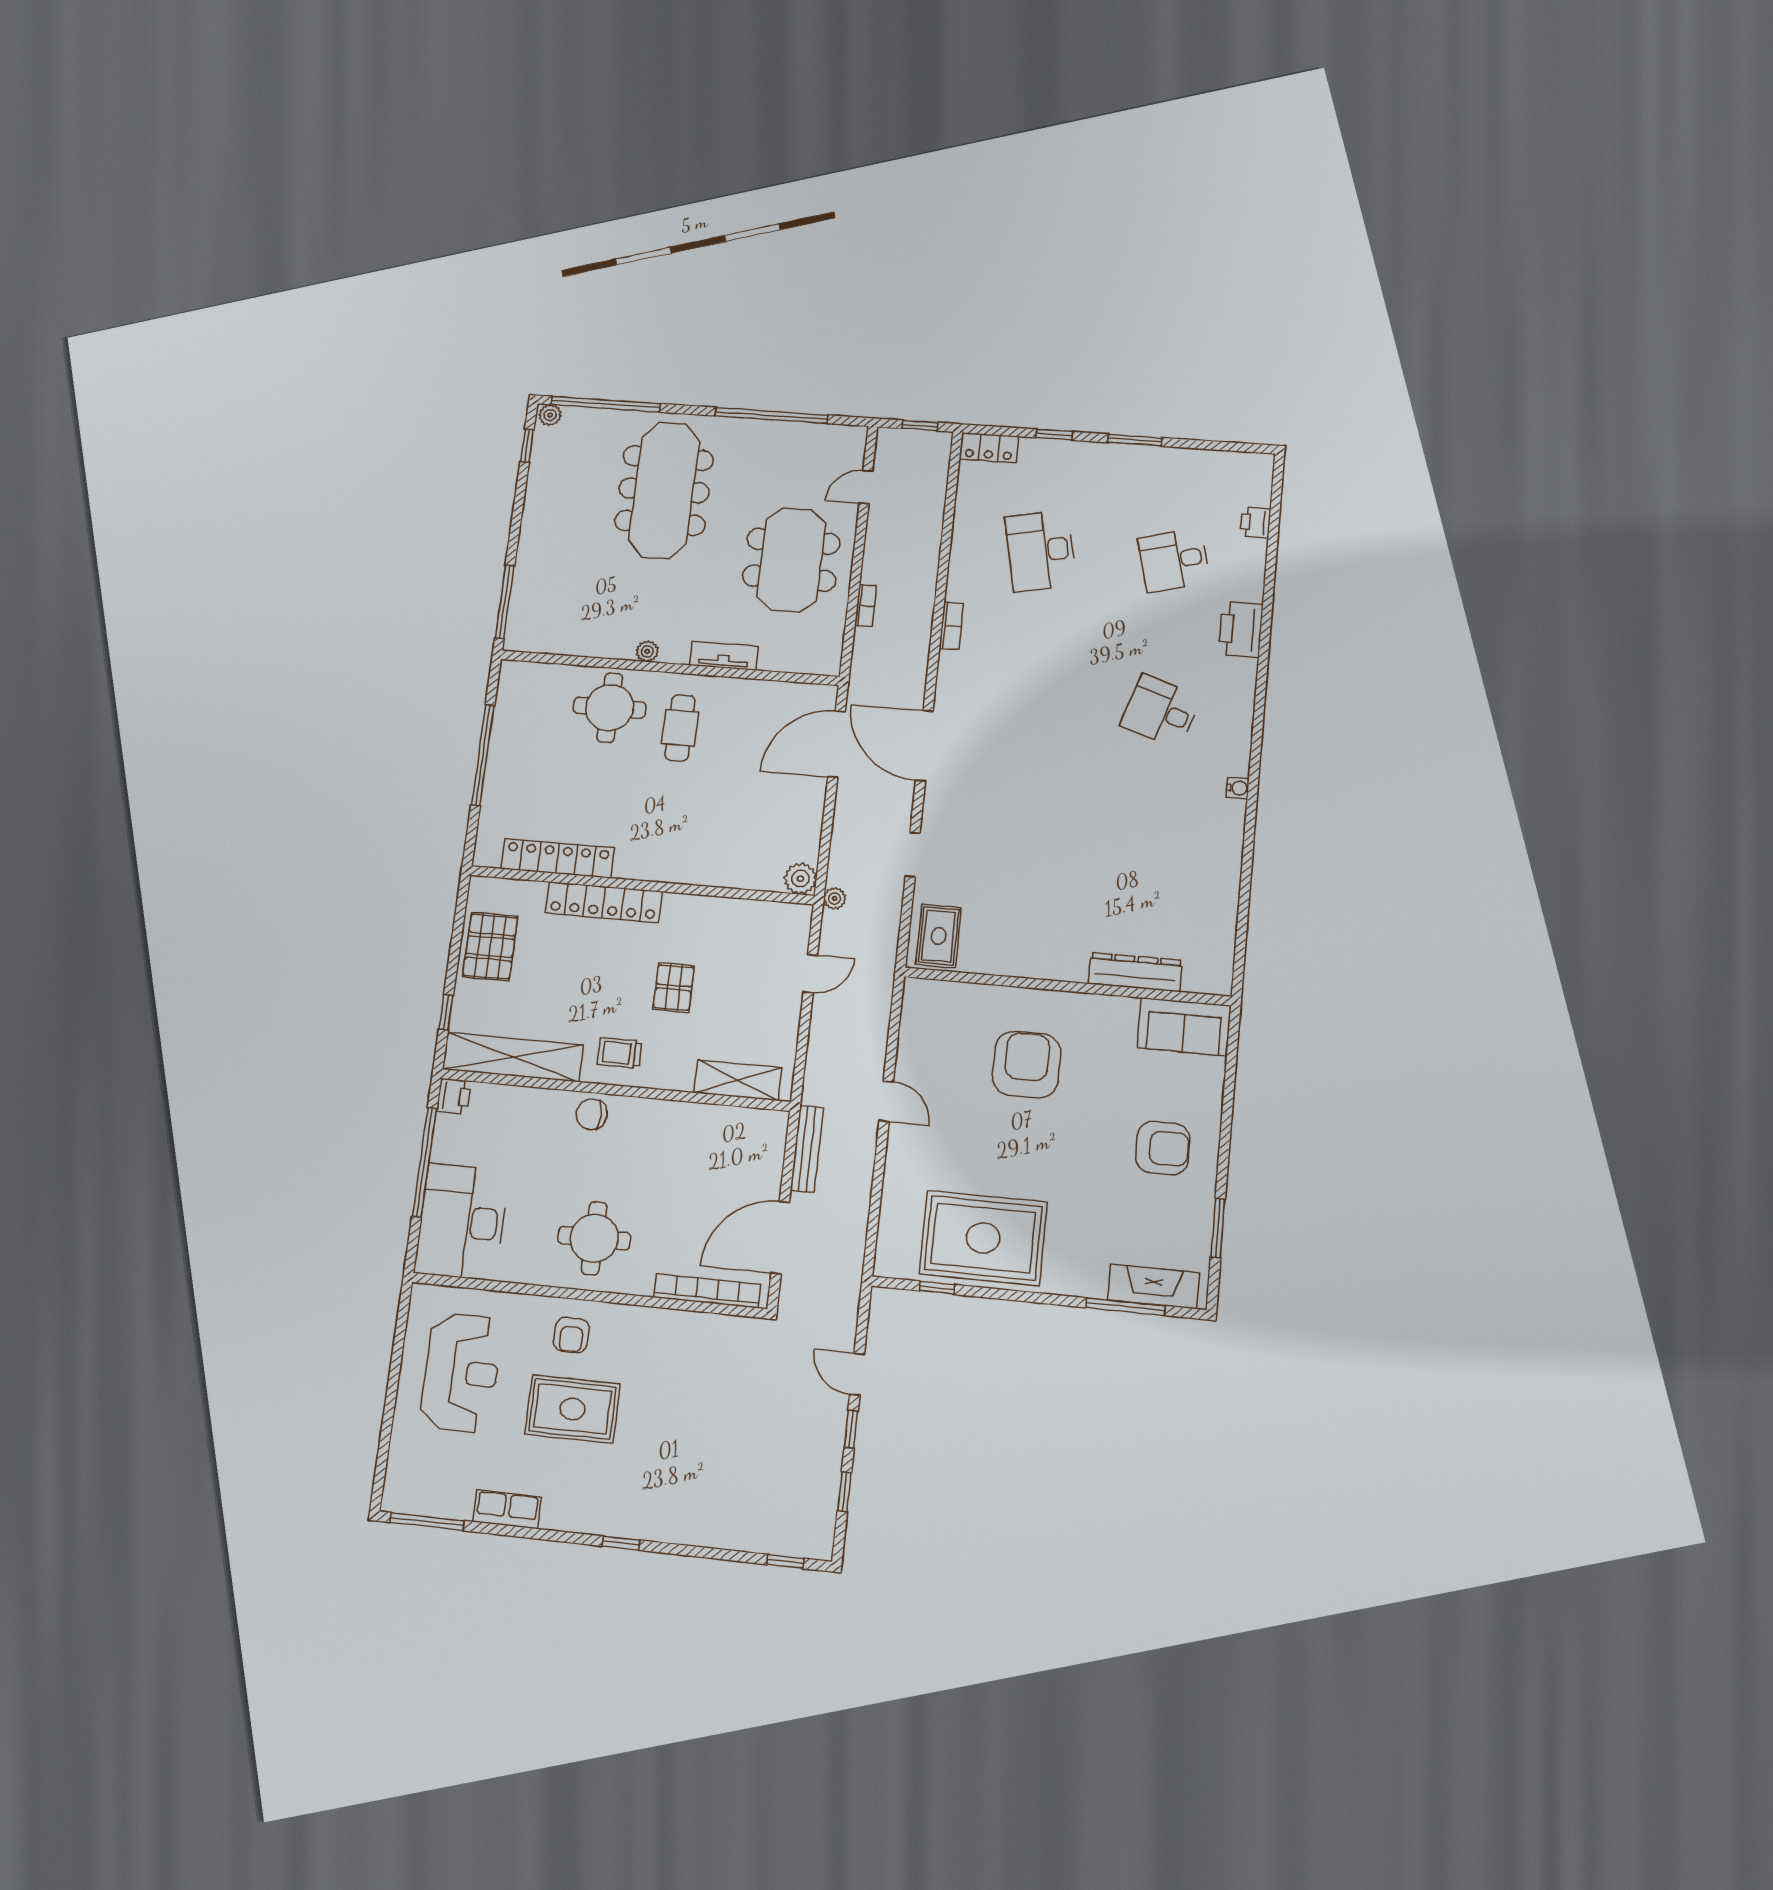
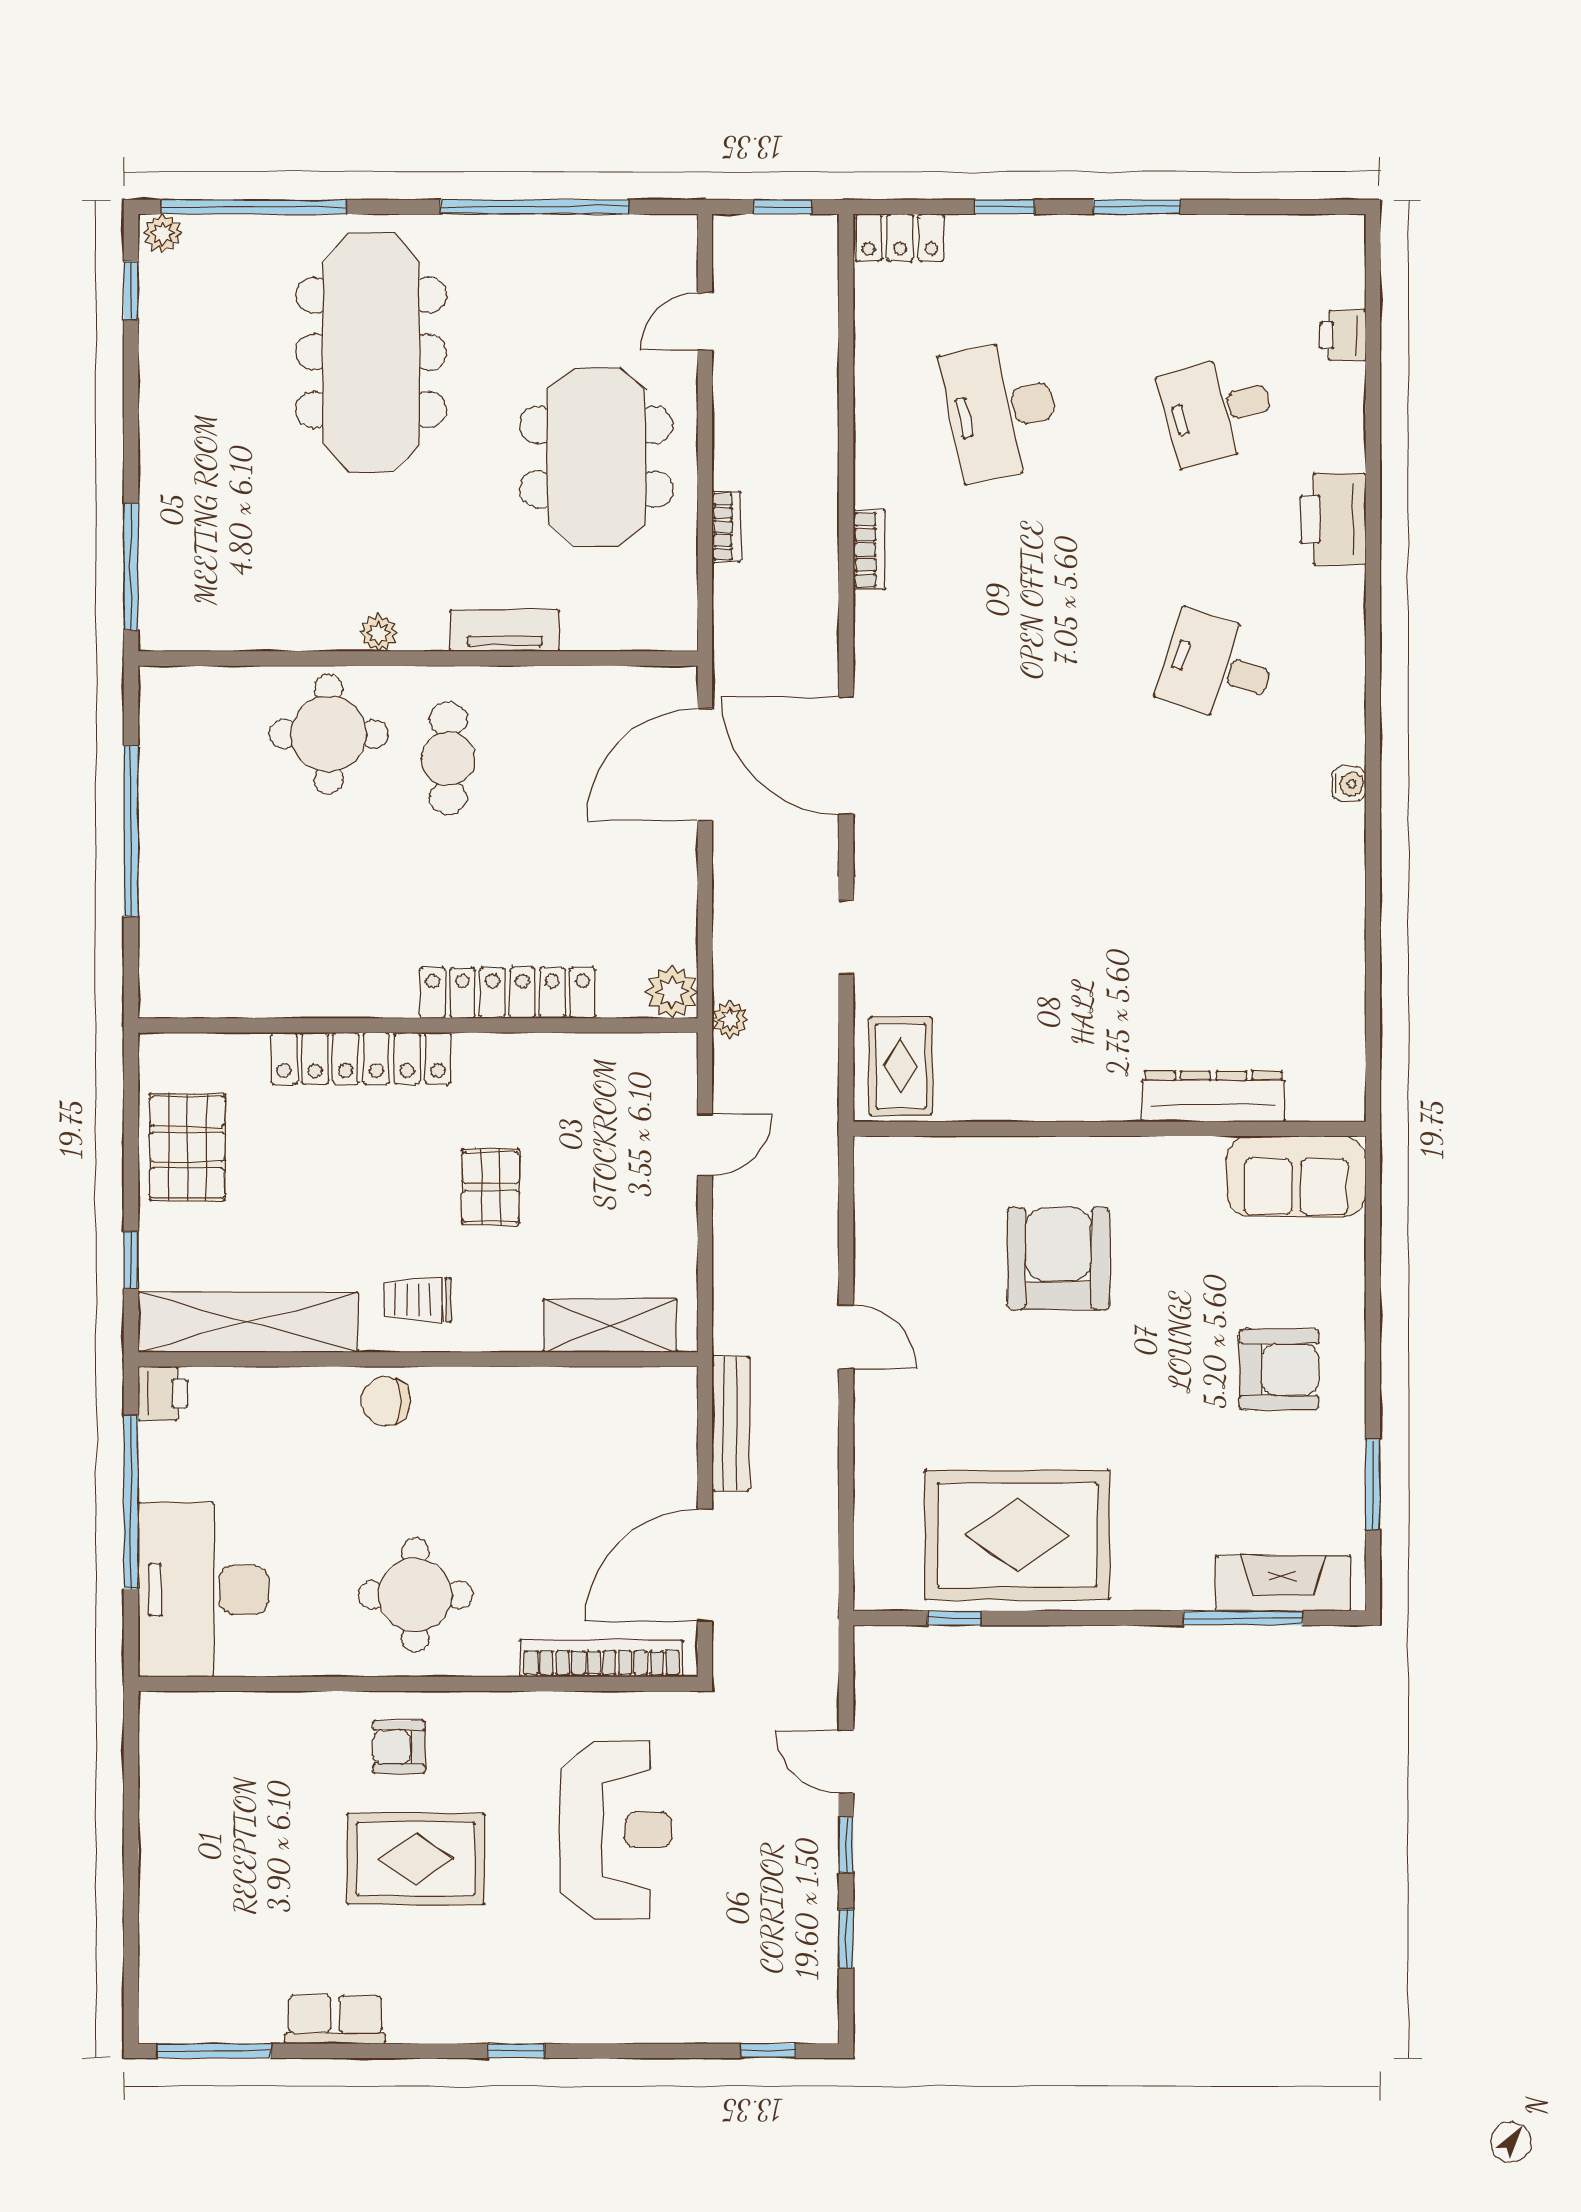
locker: (558, 858) -> (507, 993), moved
armchair: (571, 1335) -> (399, 1747), turned 90
reception desk: (461, 1373) -> (616, 1830), moved

